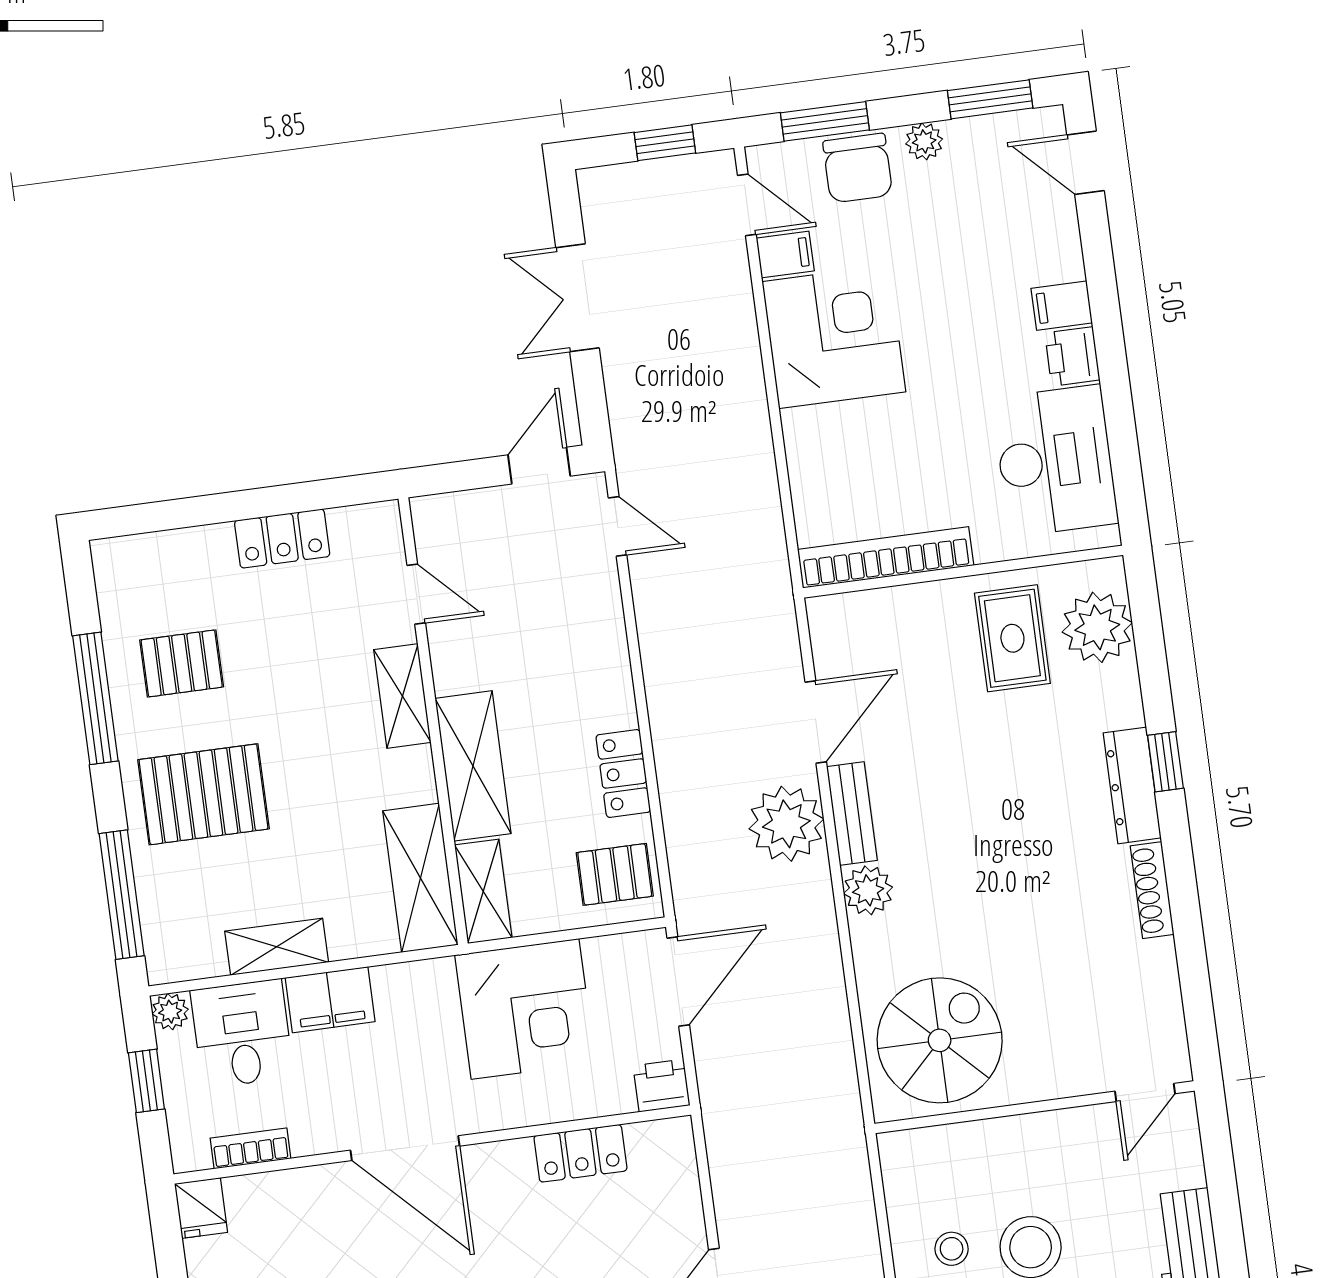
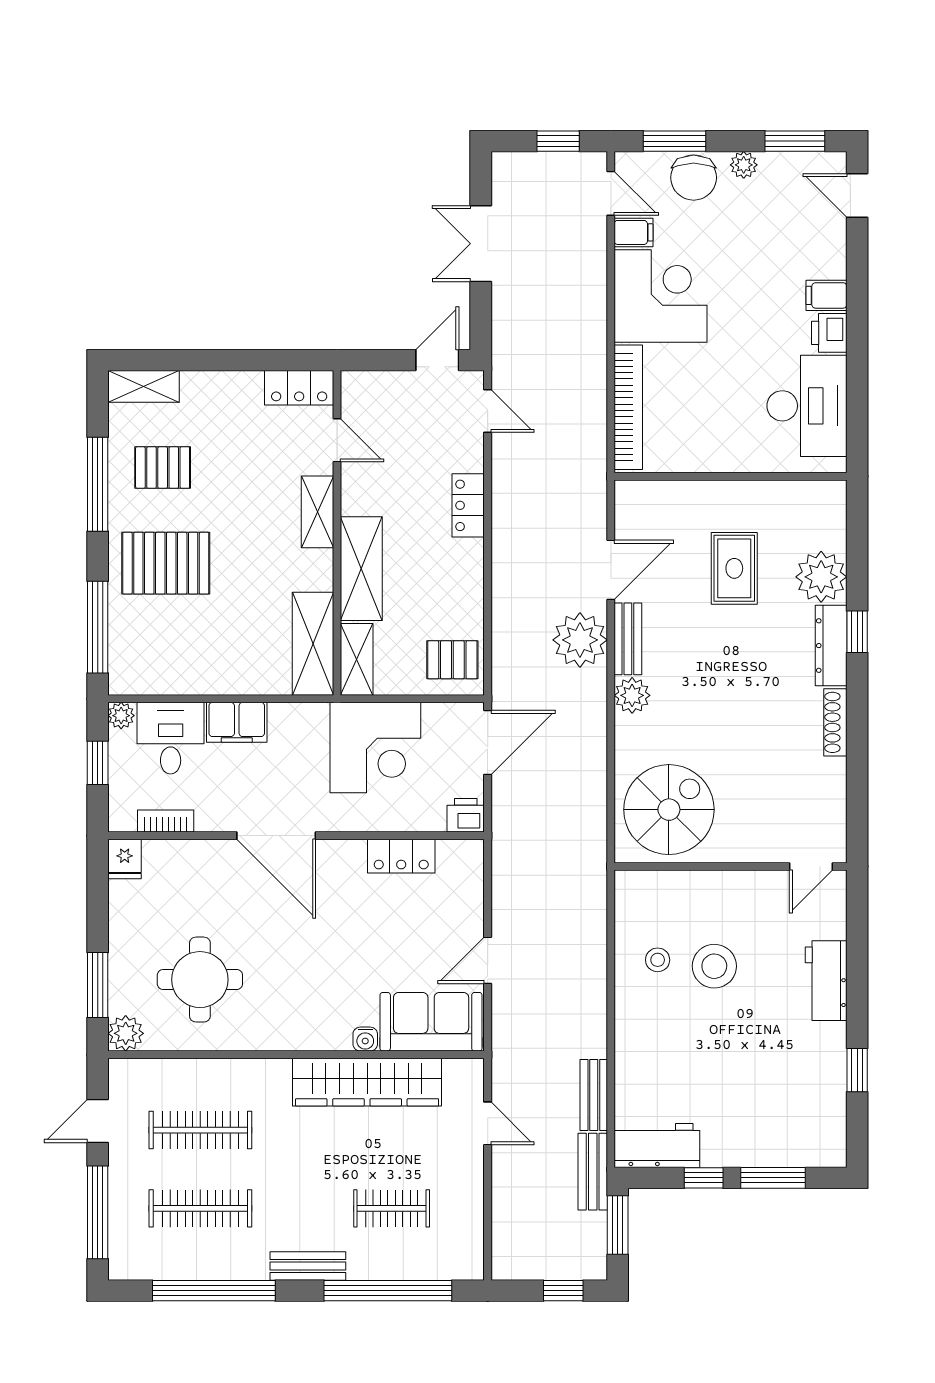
locker: (282, 539) -> (299, 388), moved
bookcase: (886, 557) -> (628, 407), moved, turned 90
plant: (1097, 627) -> (821, 577), moved
rug: (1012, 638) -> (734, 568), moved
locker: (623, 773) -> (468, 505), moved
shelving: (277, 947) -> (144, 386), moved

